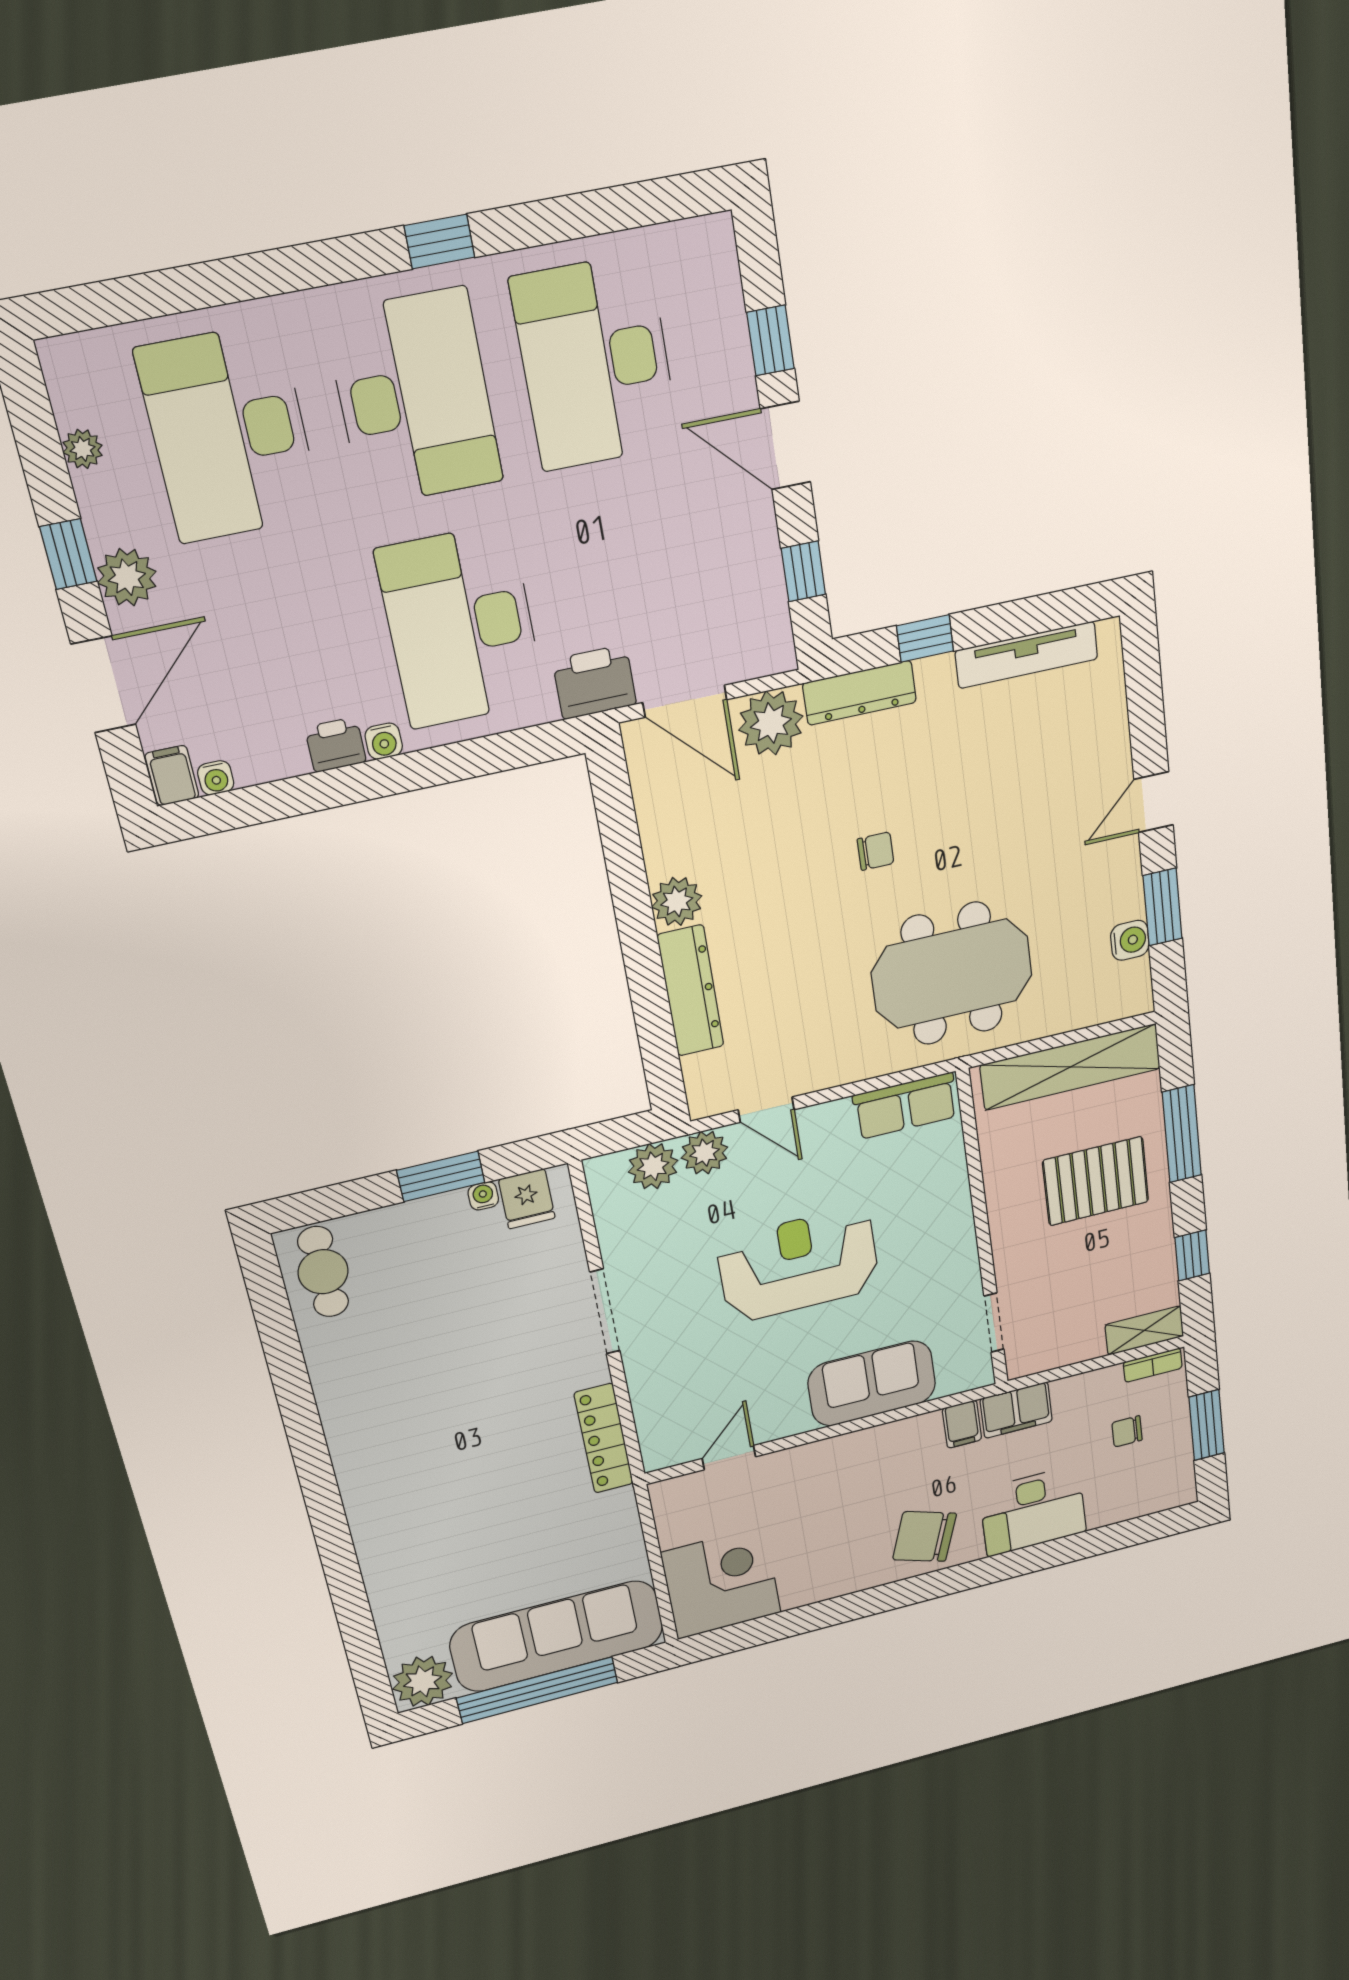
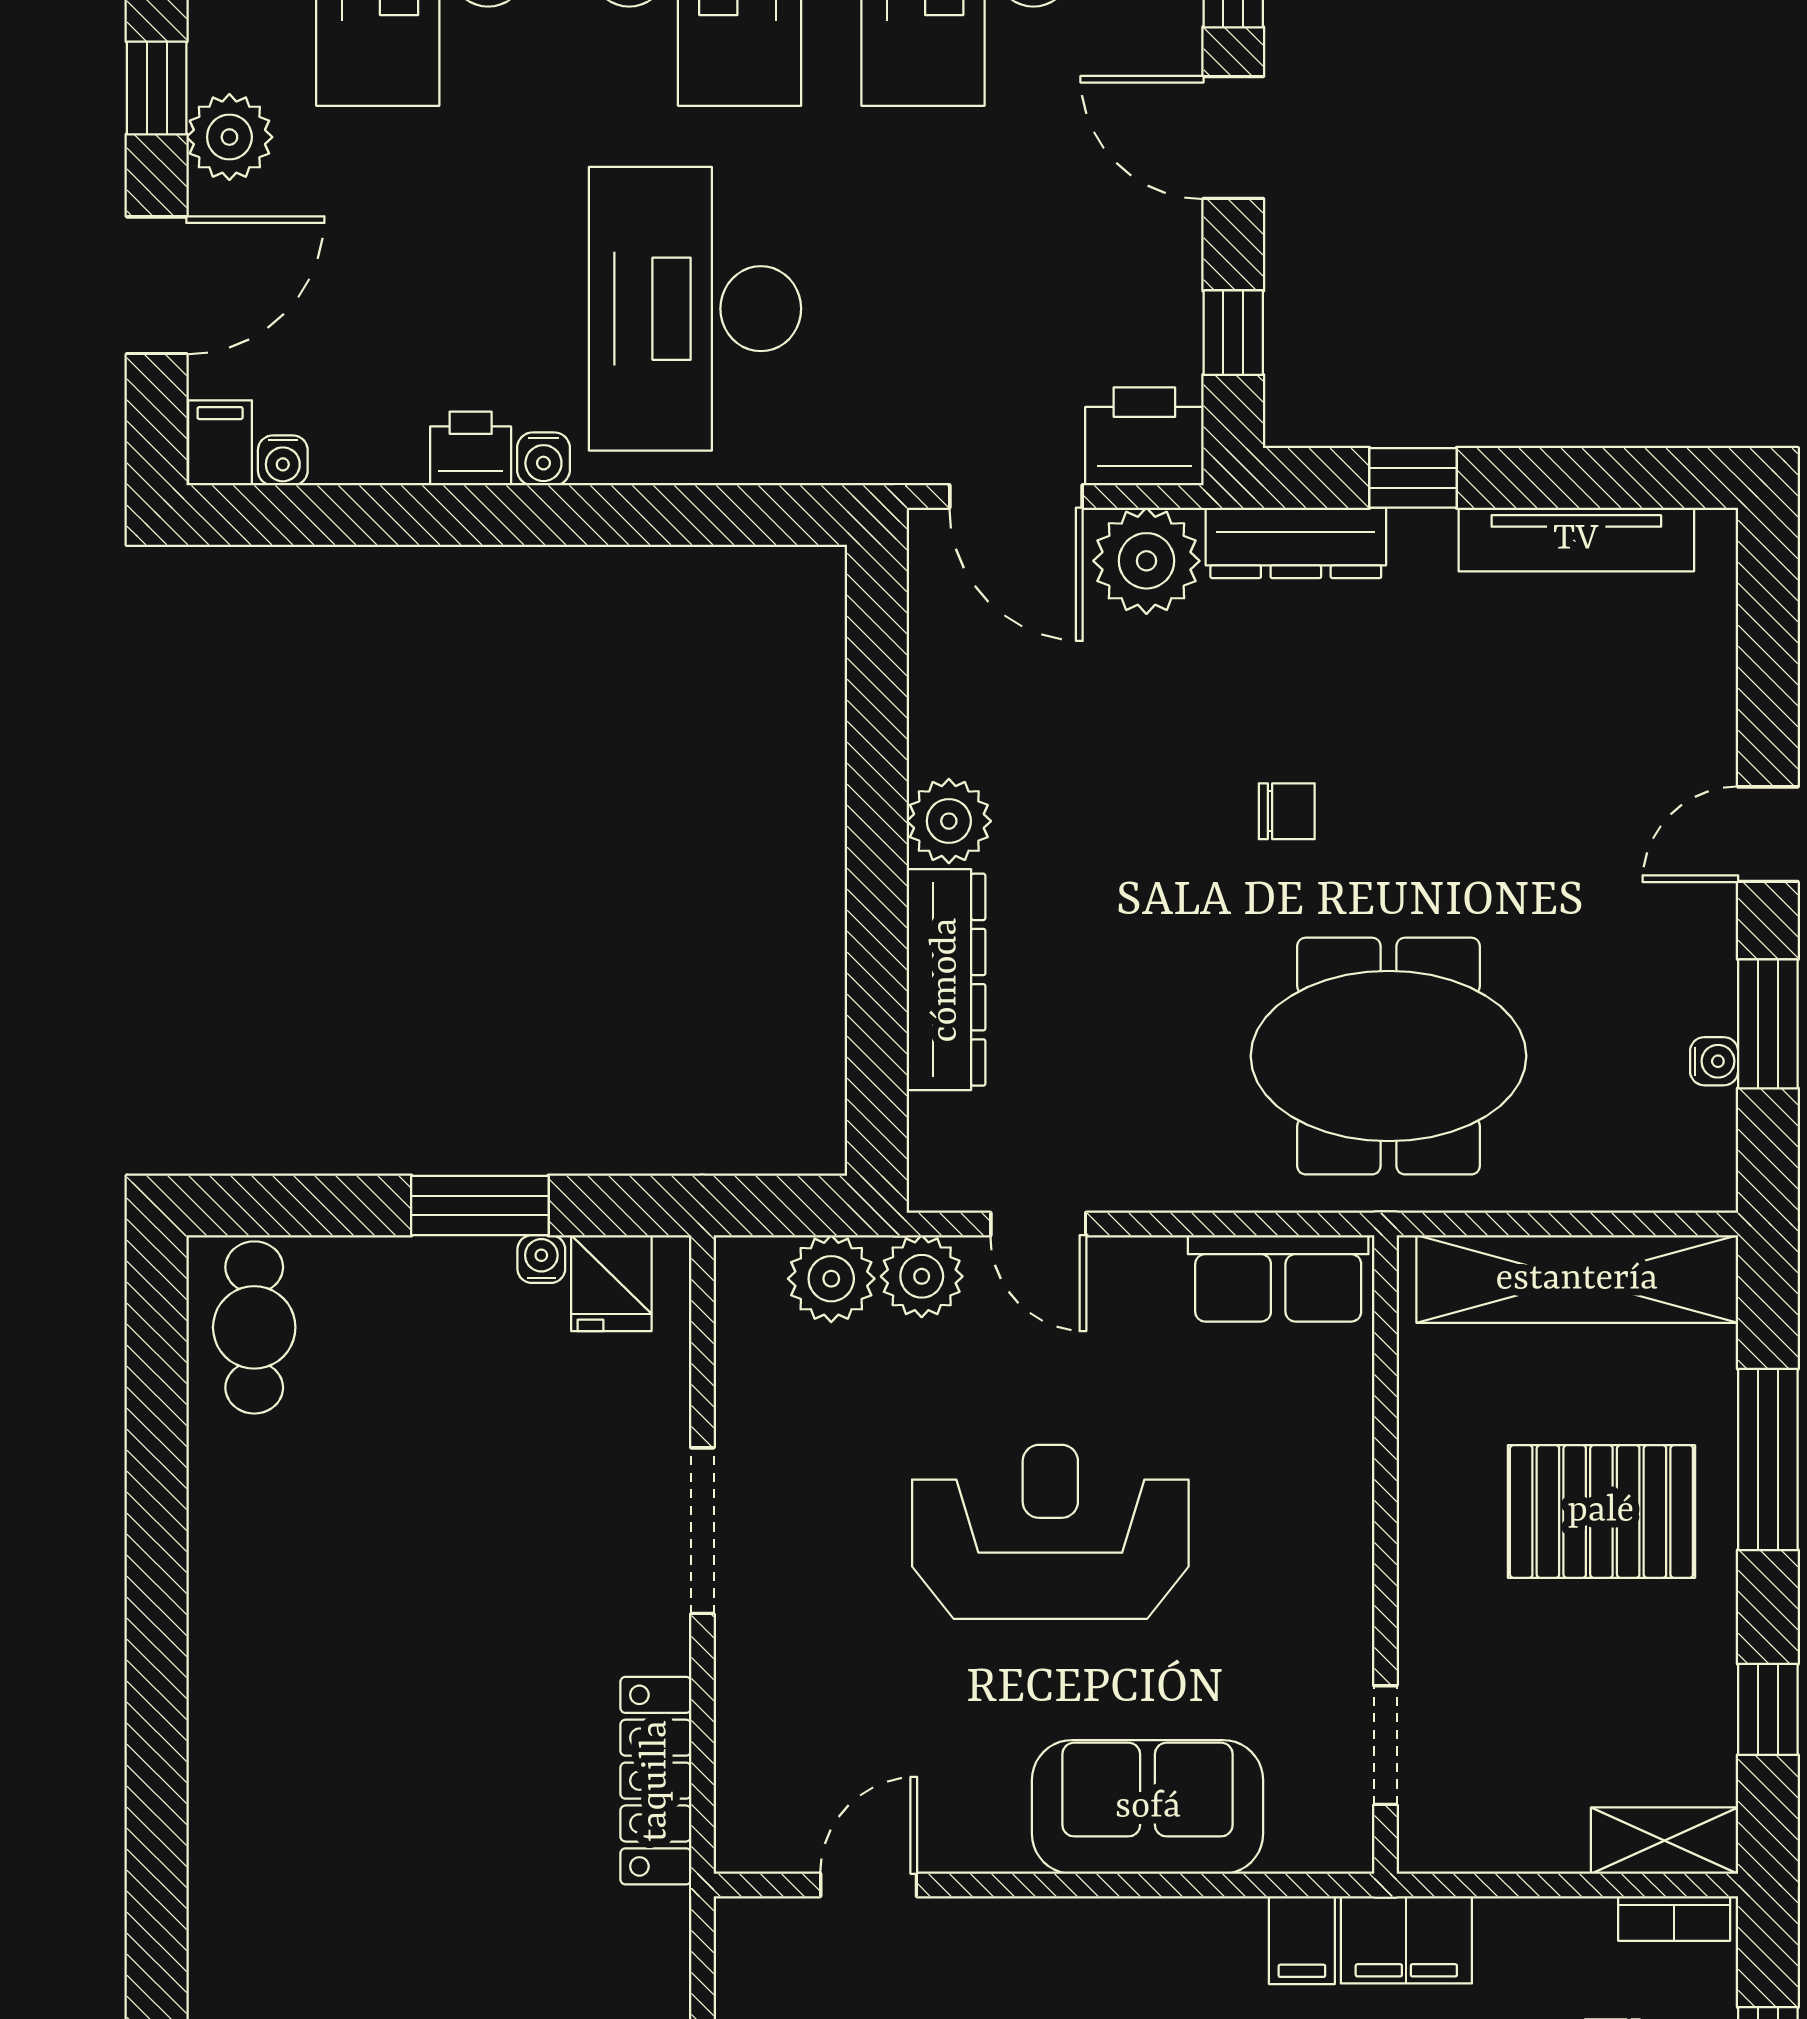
printer: (595, 682) -> (1144, 436), moved
water cooler: (1130, 940) -> (1714, 1061), width x0.72, depth x0.72

